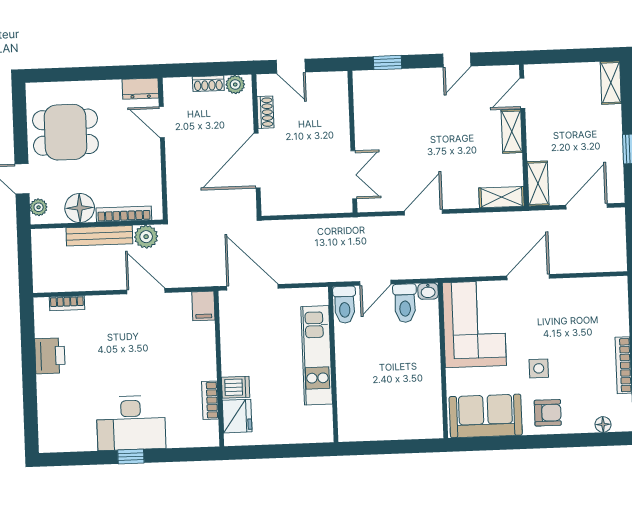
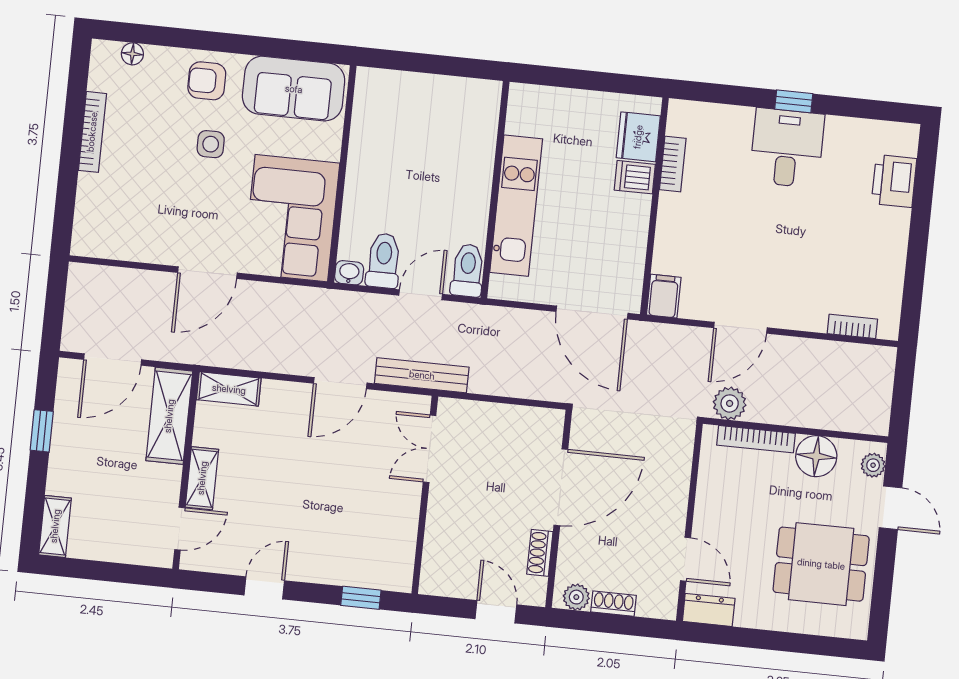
shelving: (538, 183) -> (169, 416), width x1.50, depth x1.33
bench: (99, 236) -> (422, 375), moved
door: (146, 291) -> (740, 328), hinge flipped
printer: (50, 356) -> (894, 181), moved
desk: (131, 423) -> (787, 148), width x0.73

